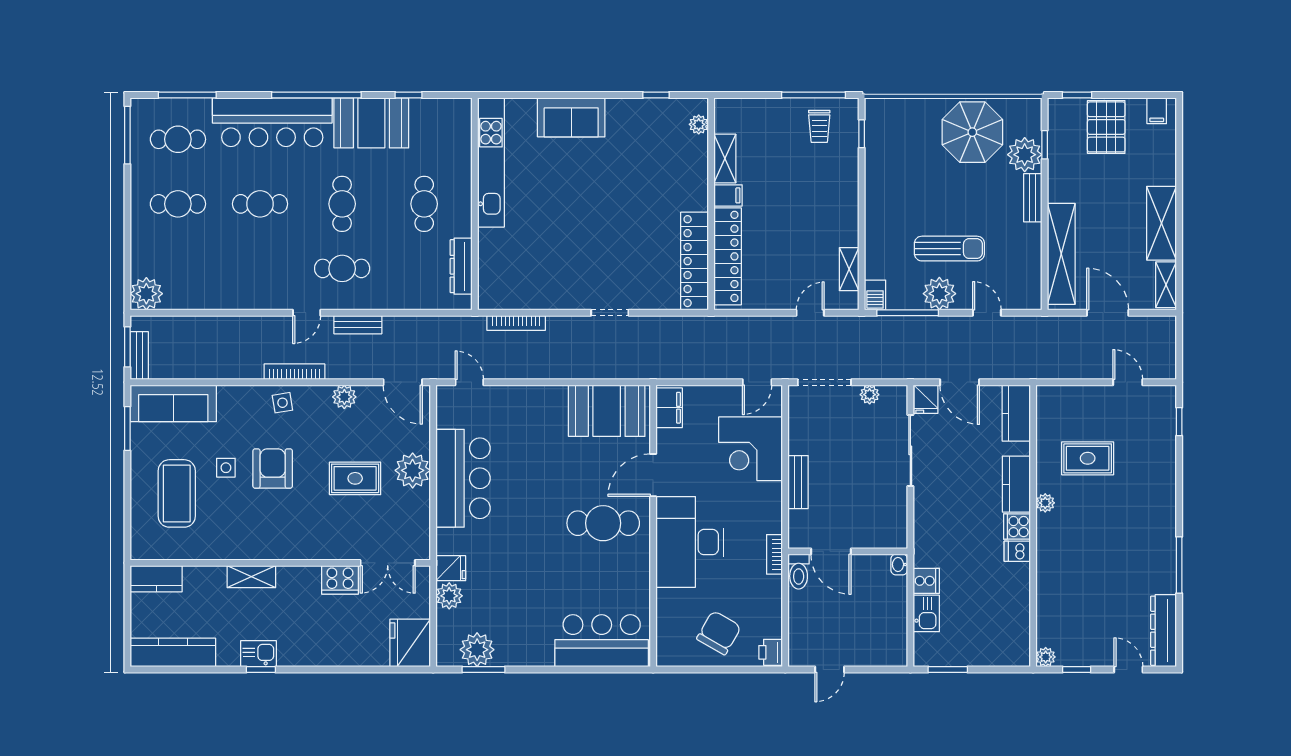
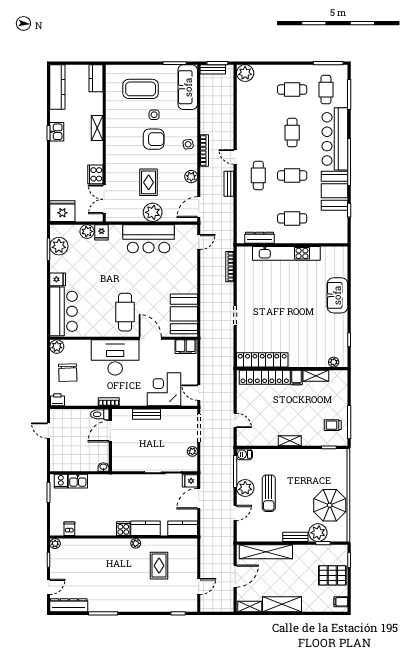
kitchen unit: (491, 162) -> (286, 253), moved
cafe table: (178, 204) -> (292, 90), turned 90
shelving: (849, 269) -> (290, 441), moved
dishwasher: (1017, 551) -> (69, 529), moved
cooker: (926, 581) -> (61, 481), moved
chair: (719, 633) -> (68, 373), turned 58
fridge: (541, 652) -> (58, 279), added
plant: (669, 654) -> (57, 347), added

